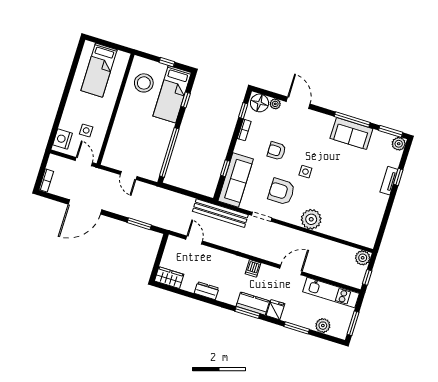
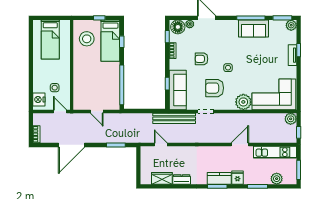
corner sofa: (351, 222) -> (274, 94), added
dishwasher: (253, 268) -> (211, 152), removed
wardrobe: (169, 278) -> (162, 178), moved

